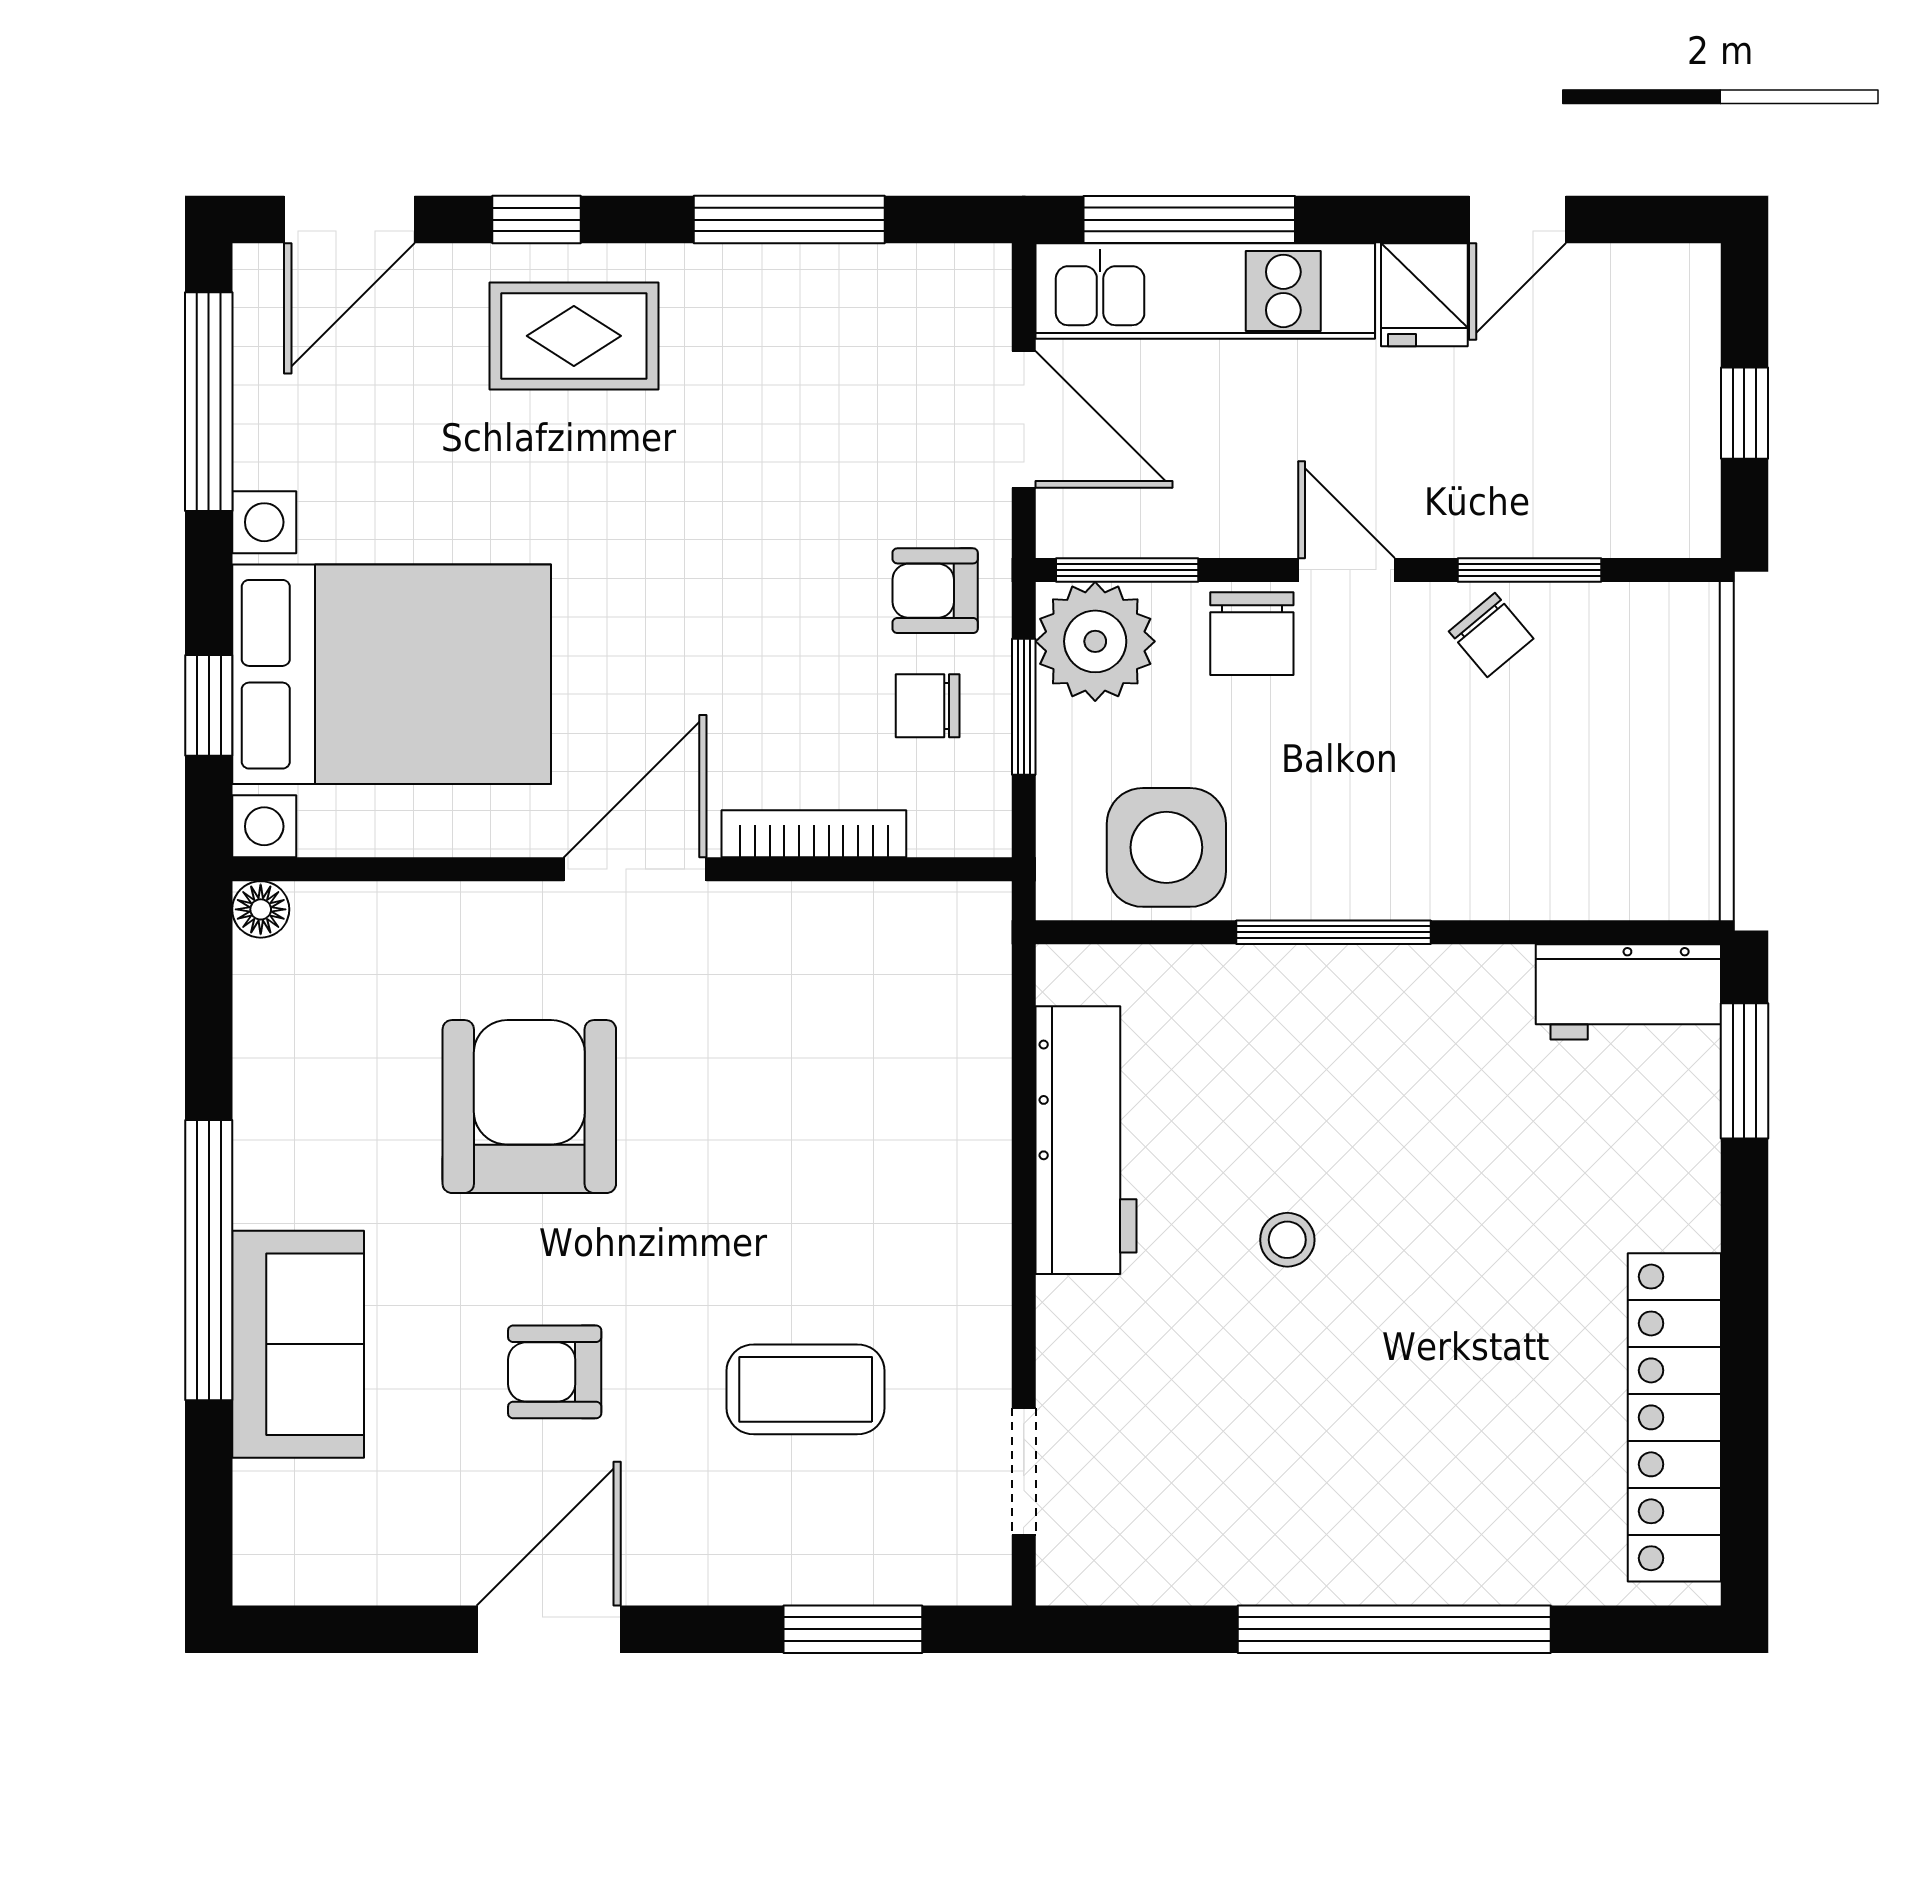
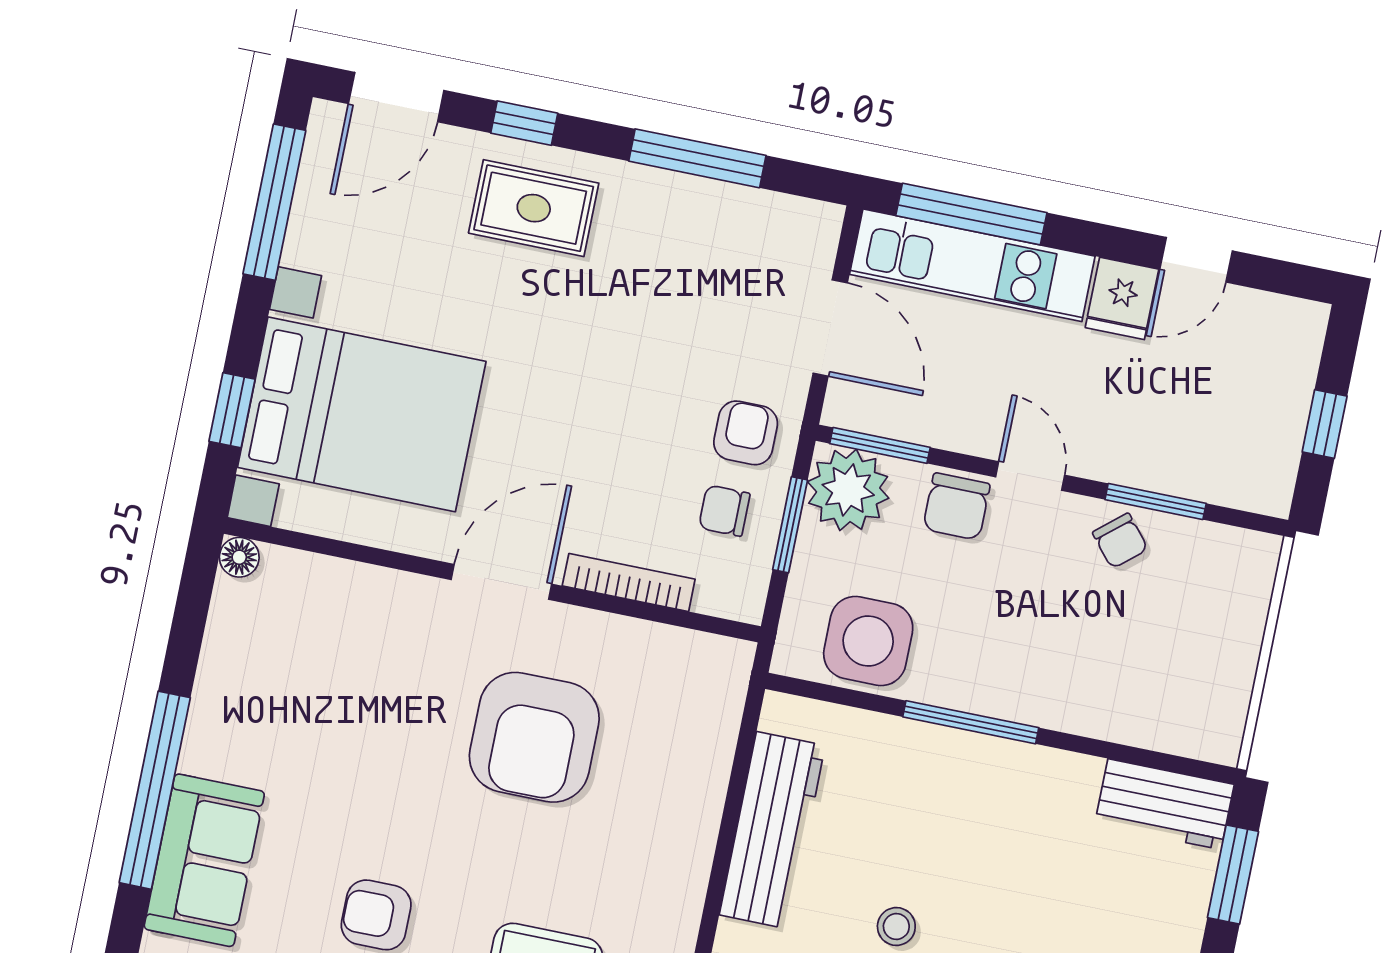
armchair: (935, 591) -> (746, 433), turned 90
armchair: (529, 1107) -> (534, 737), moved, turned 180

